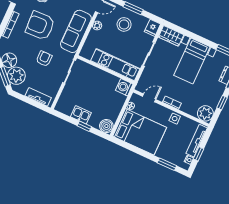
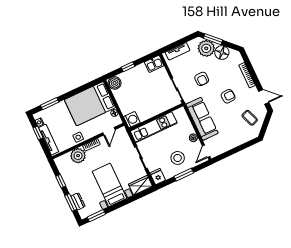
armchair: (40, 26) -> (228, 96), width x0.53, depth x0.53
plant: (205, 113) -> (78, 156), moved
kitchen sink: (81, 115) -> (154, 64), moved

